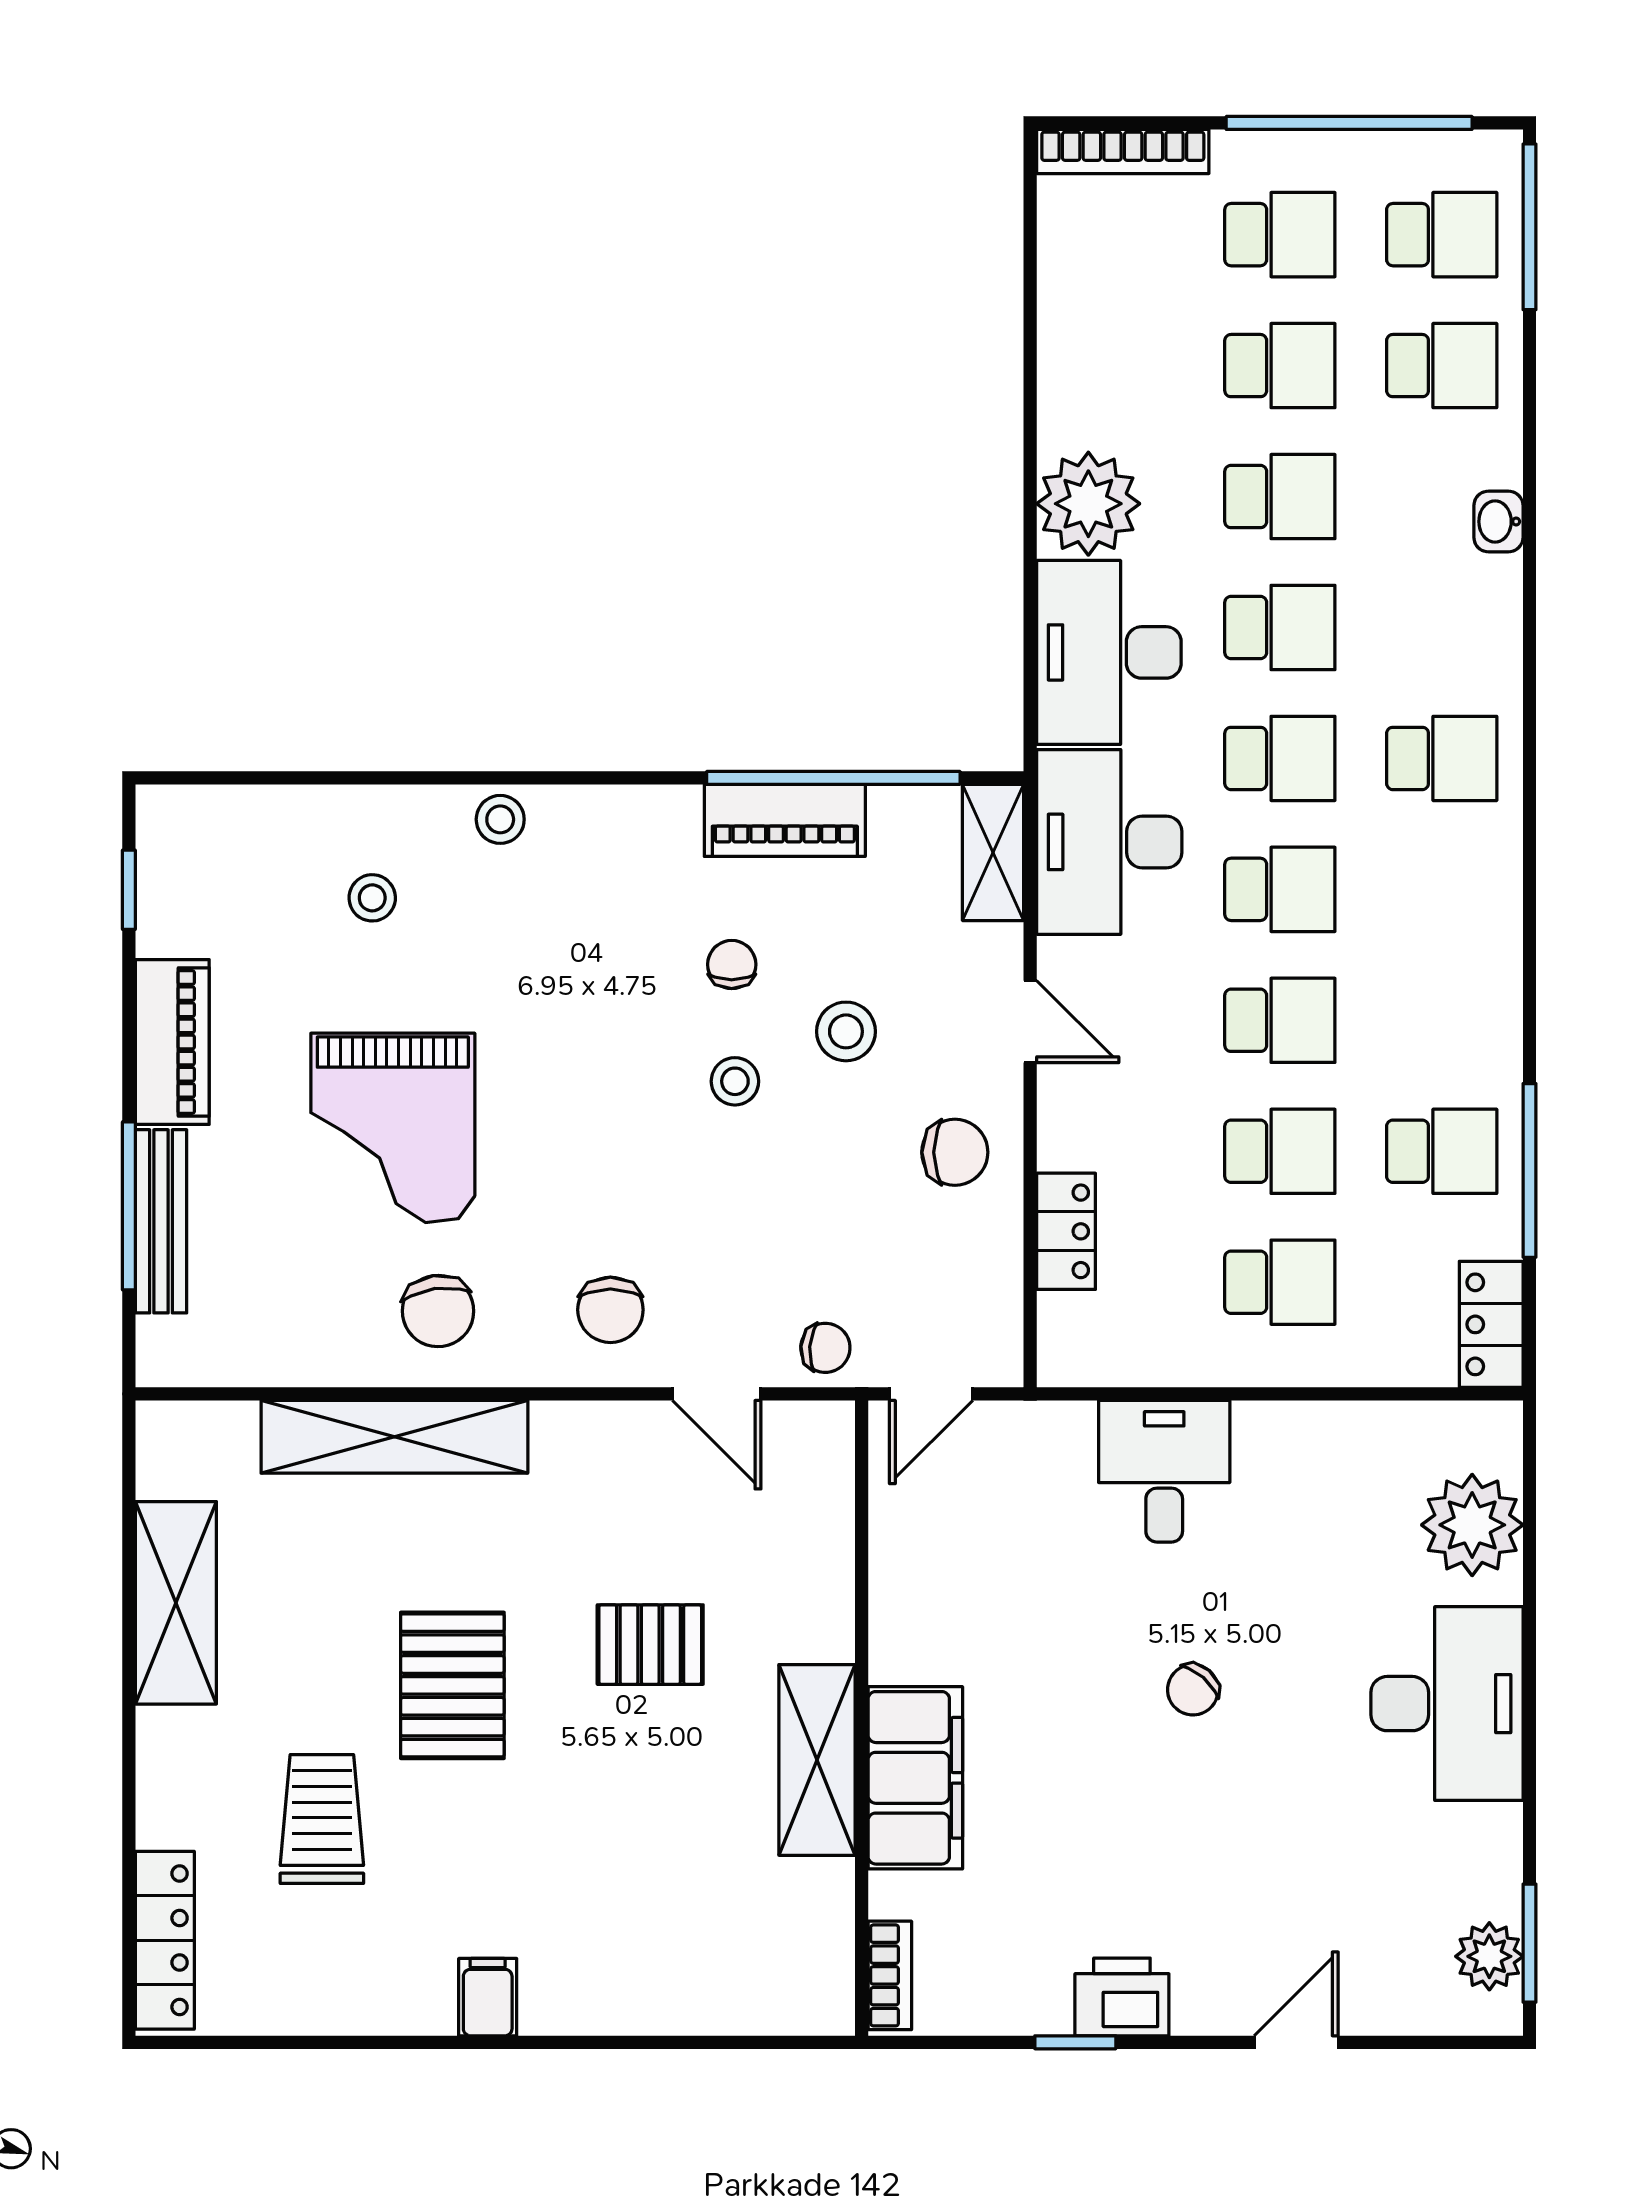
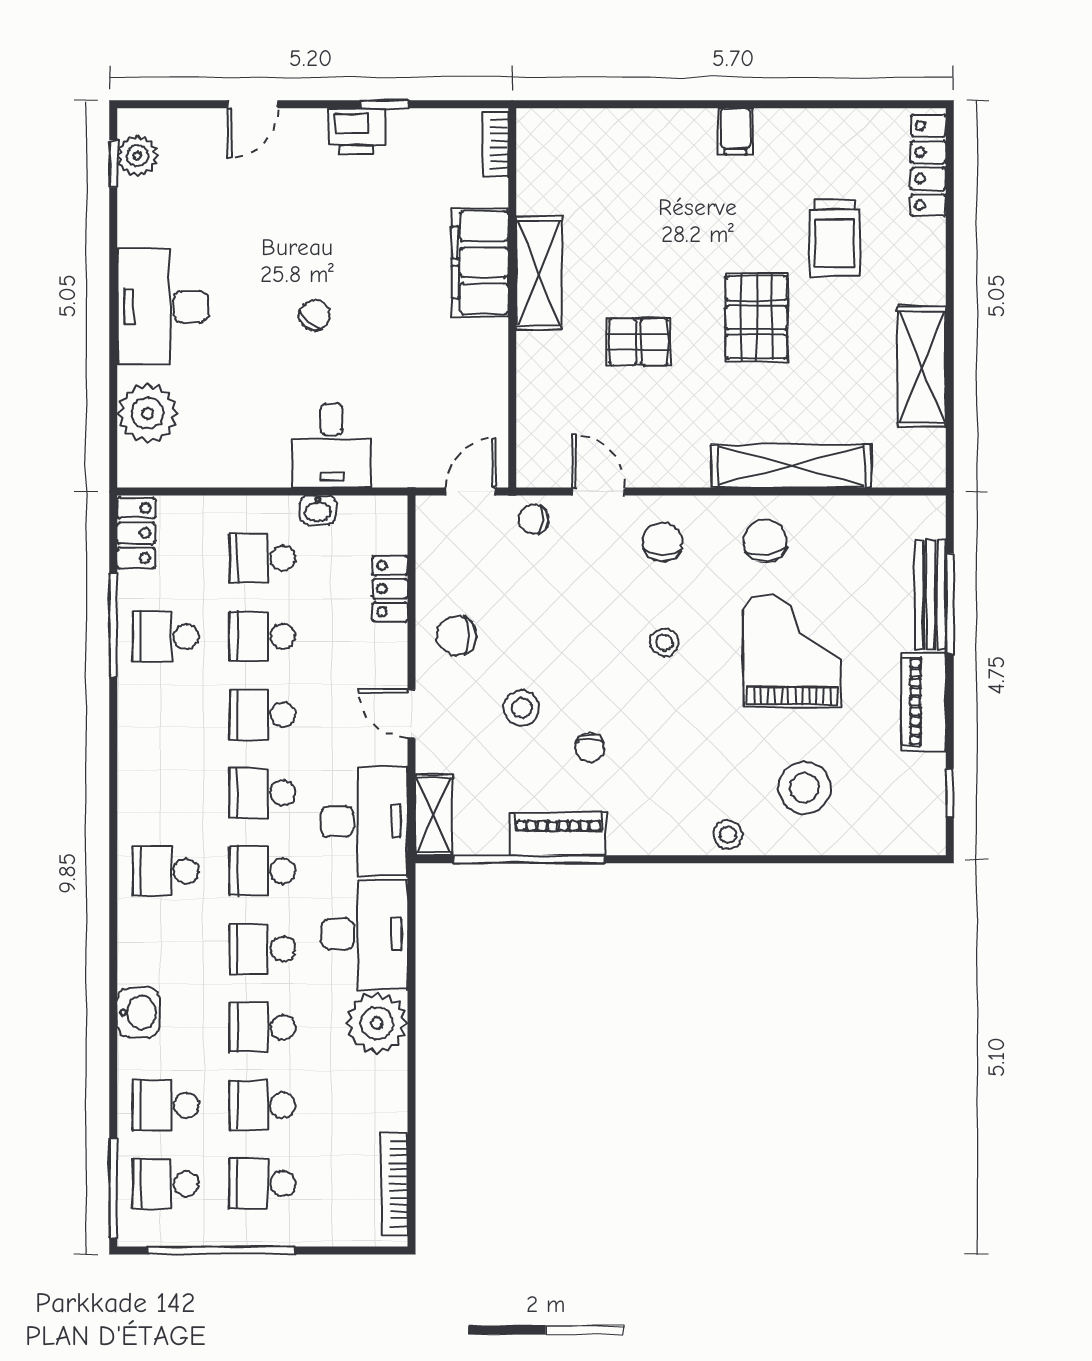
bookcase: (1123, 151) -> (394, 1184), moved, turned -90
washbasin: (1498, 522) -> (138, 1012), width x1.38, depth x1.45
stool: (372, 898) -> (804, 788), width x1.89, depth x1.89
stool: (735, 1081) -> (664, 642), moved
washbasin: (1187, 1363) -> (318, 510), added
window: (1530, 1943) -> (113, 164), width x0.67

